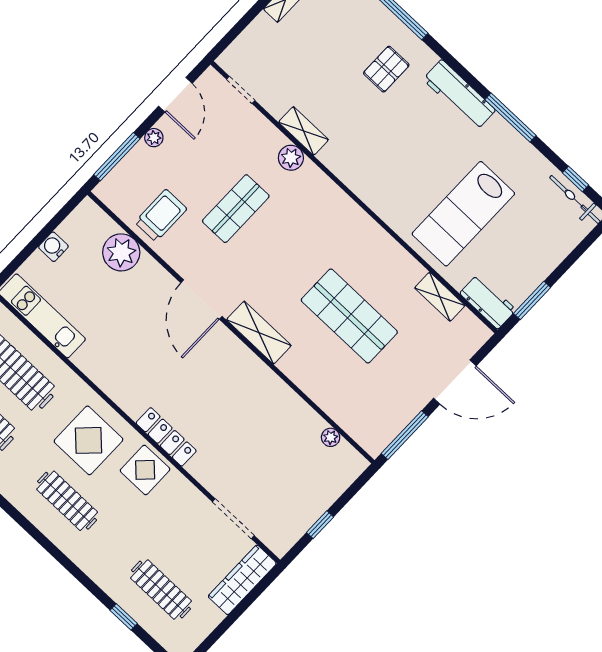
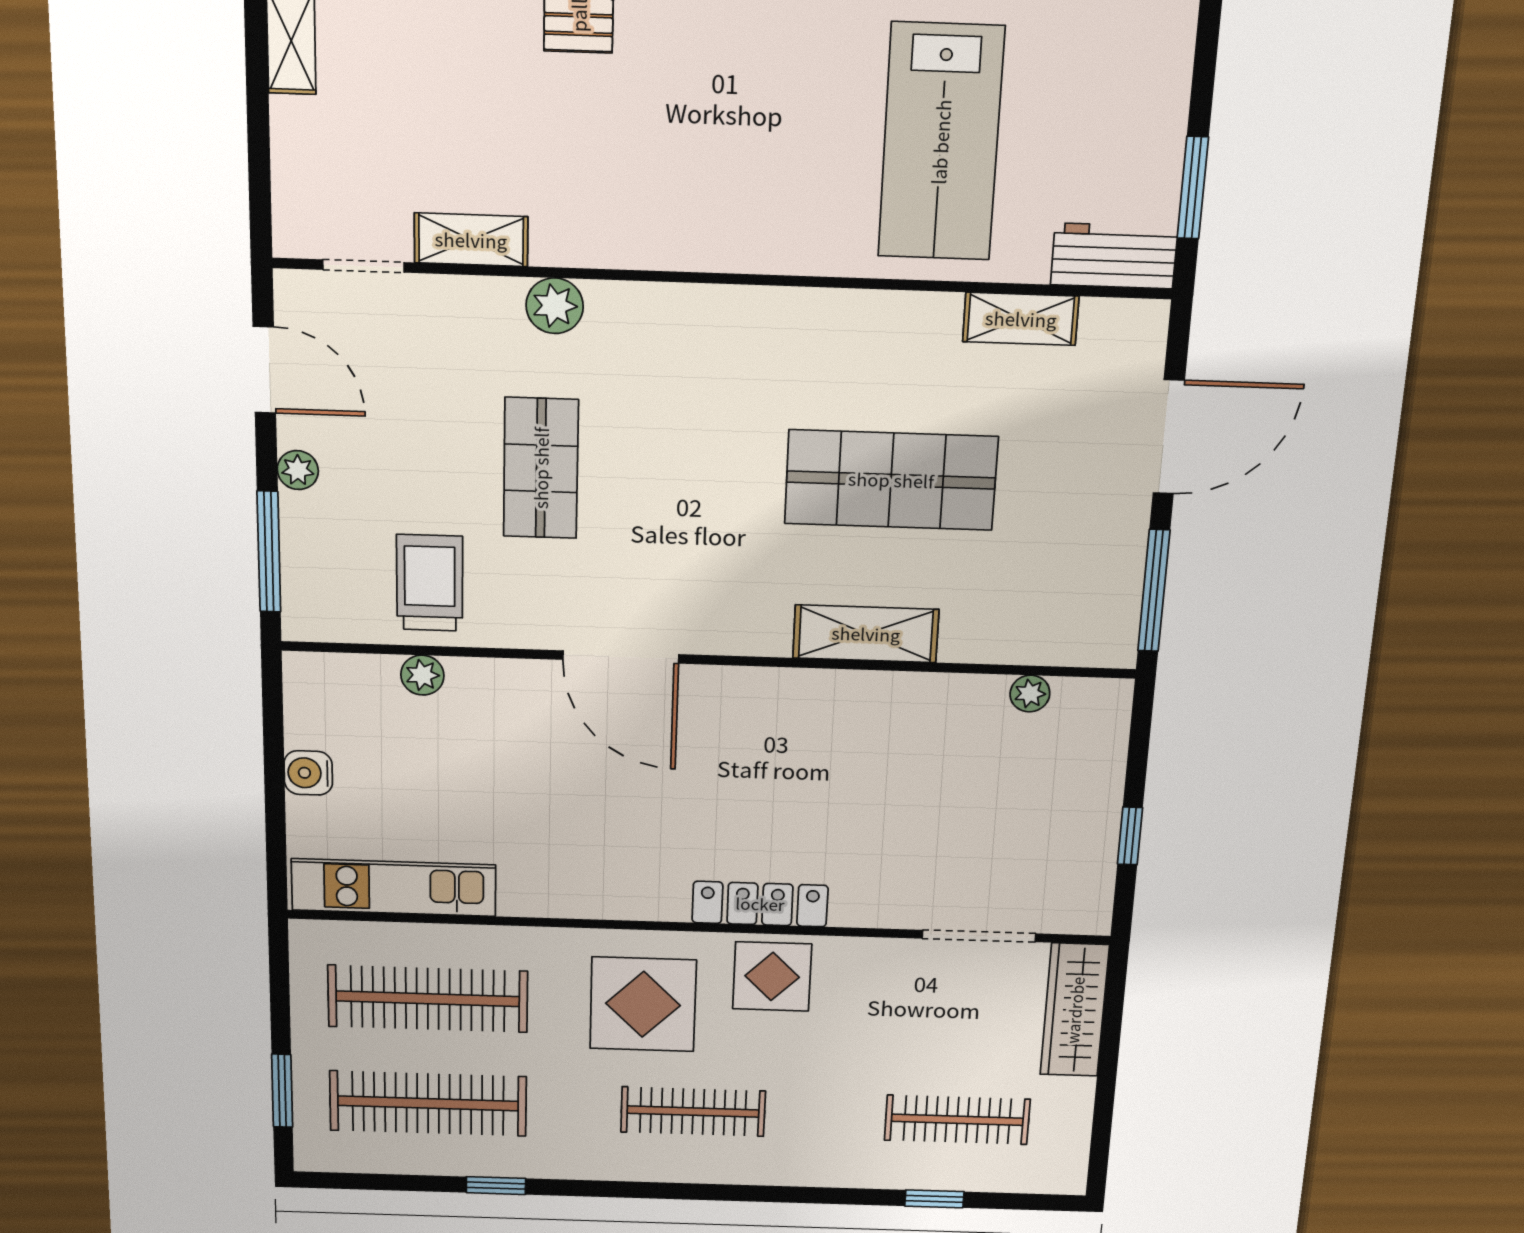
shelving: (303, 131) -> (471, 240), moved
plant: (121, 252) -> (422, 675), width x0.53, depth x0.53
shelving: (259, 333) -> (866, 634), moved

